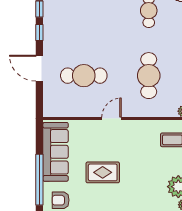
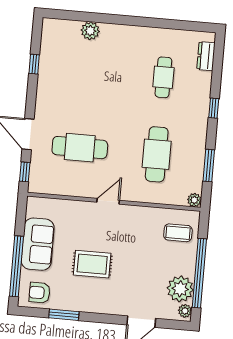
window: (39, 33) -> (25, 172), moved
sofa: (56, 152) -> (38, 244), width x0.73

